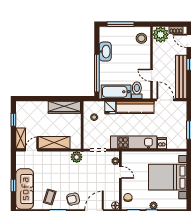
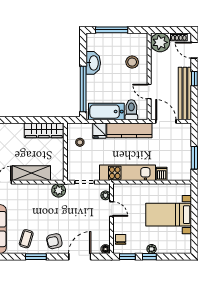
stool: (141, 38) -> (132, 62), moved
bed with nightstands: (168, 177) -> (169, 215), width x0.73

